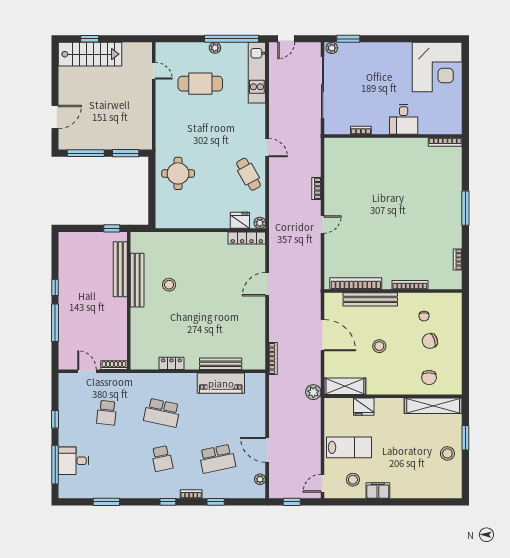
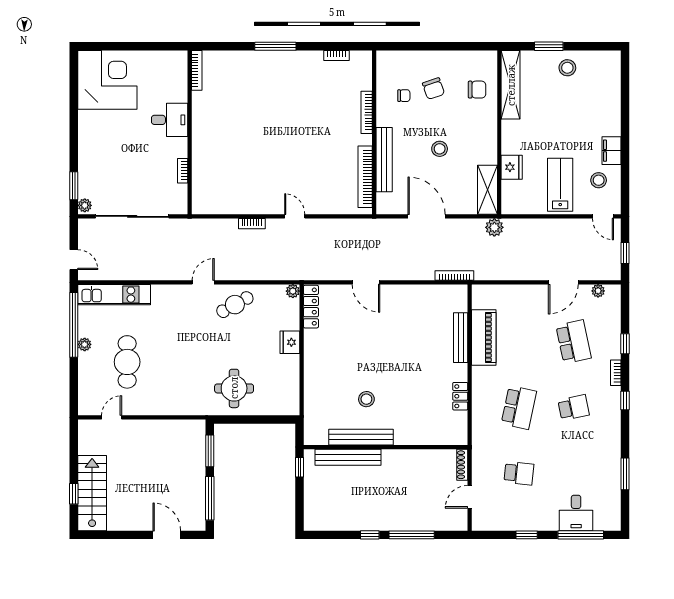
fridge: (240, 220) -> (290, 342), moved
door: (323, 335) -> (427, 216), hinge flipped

